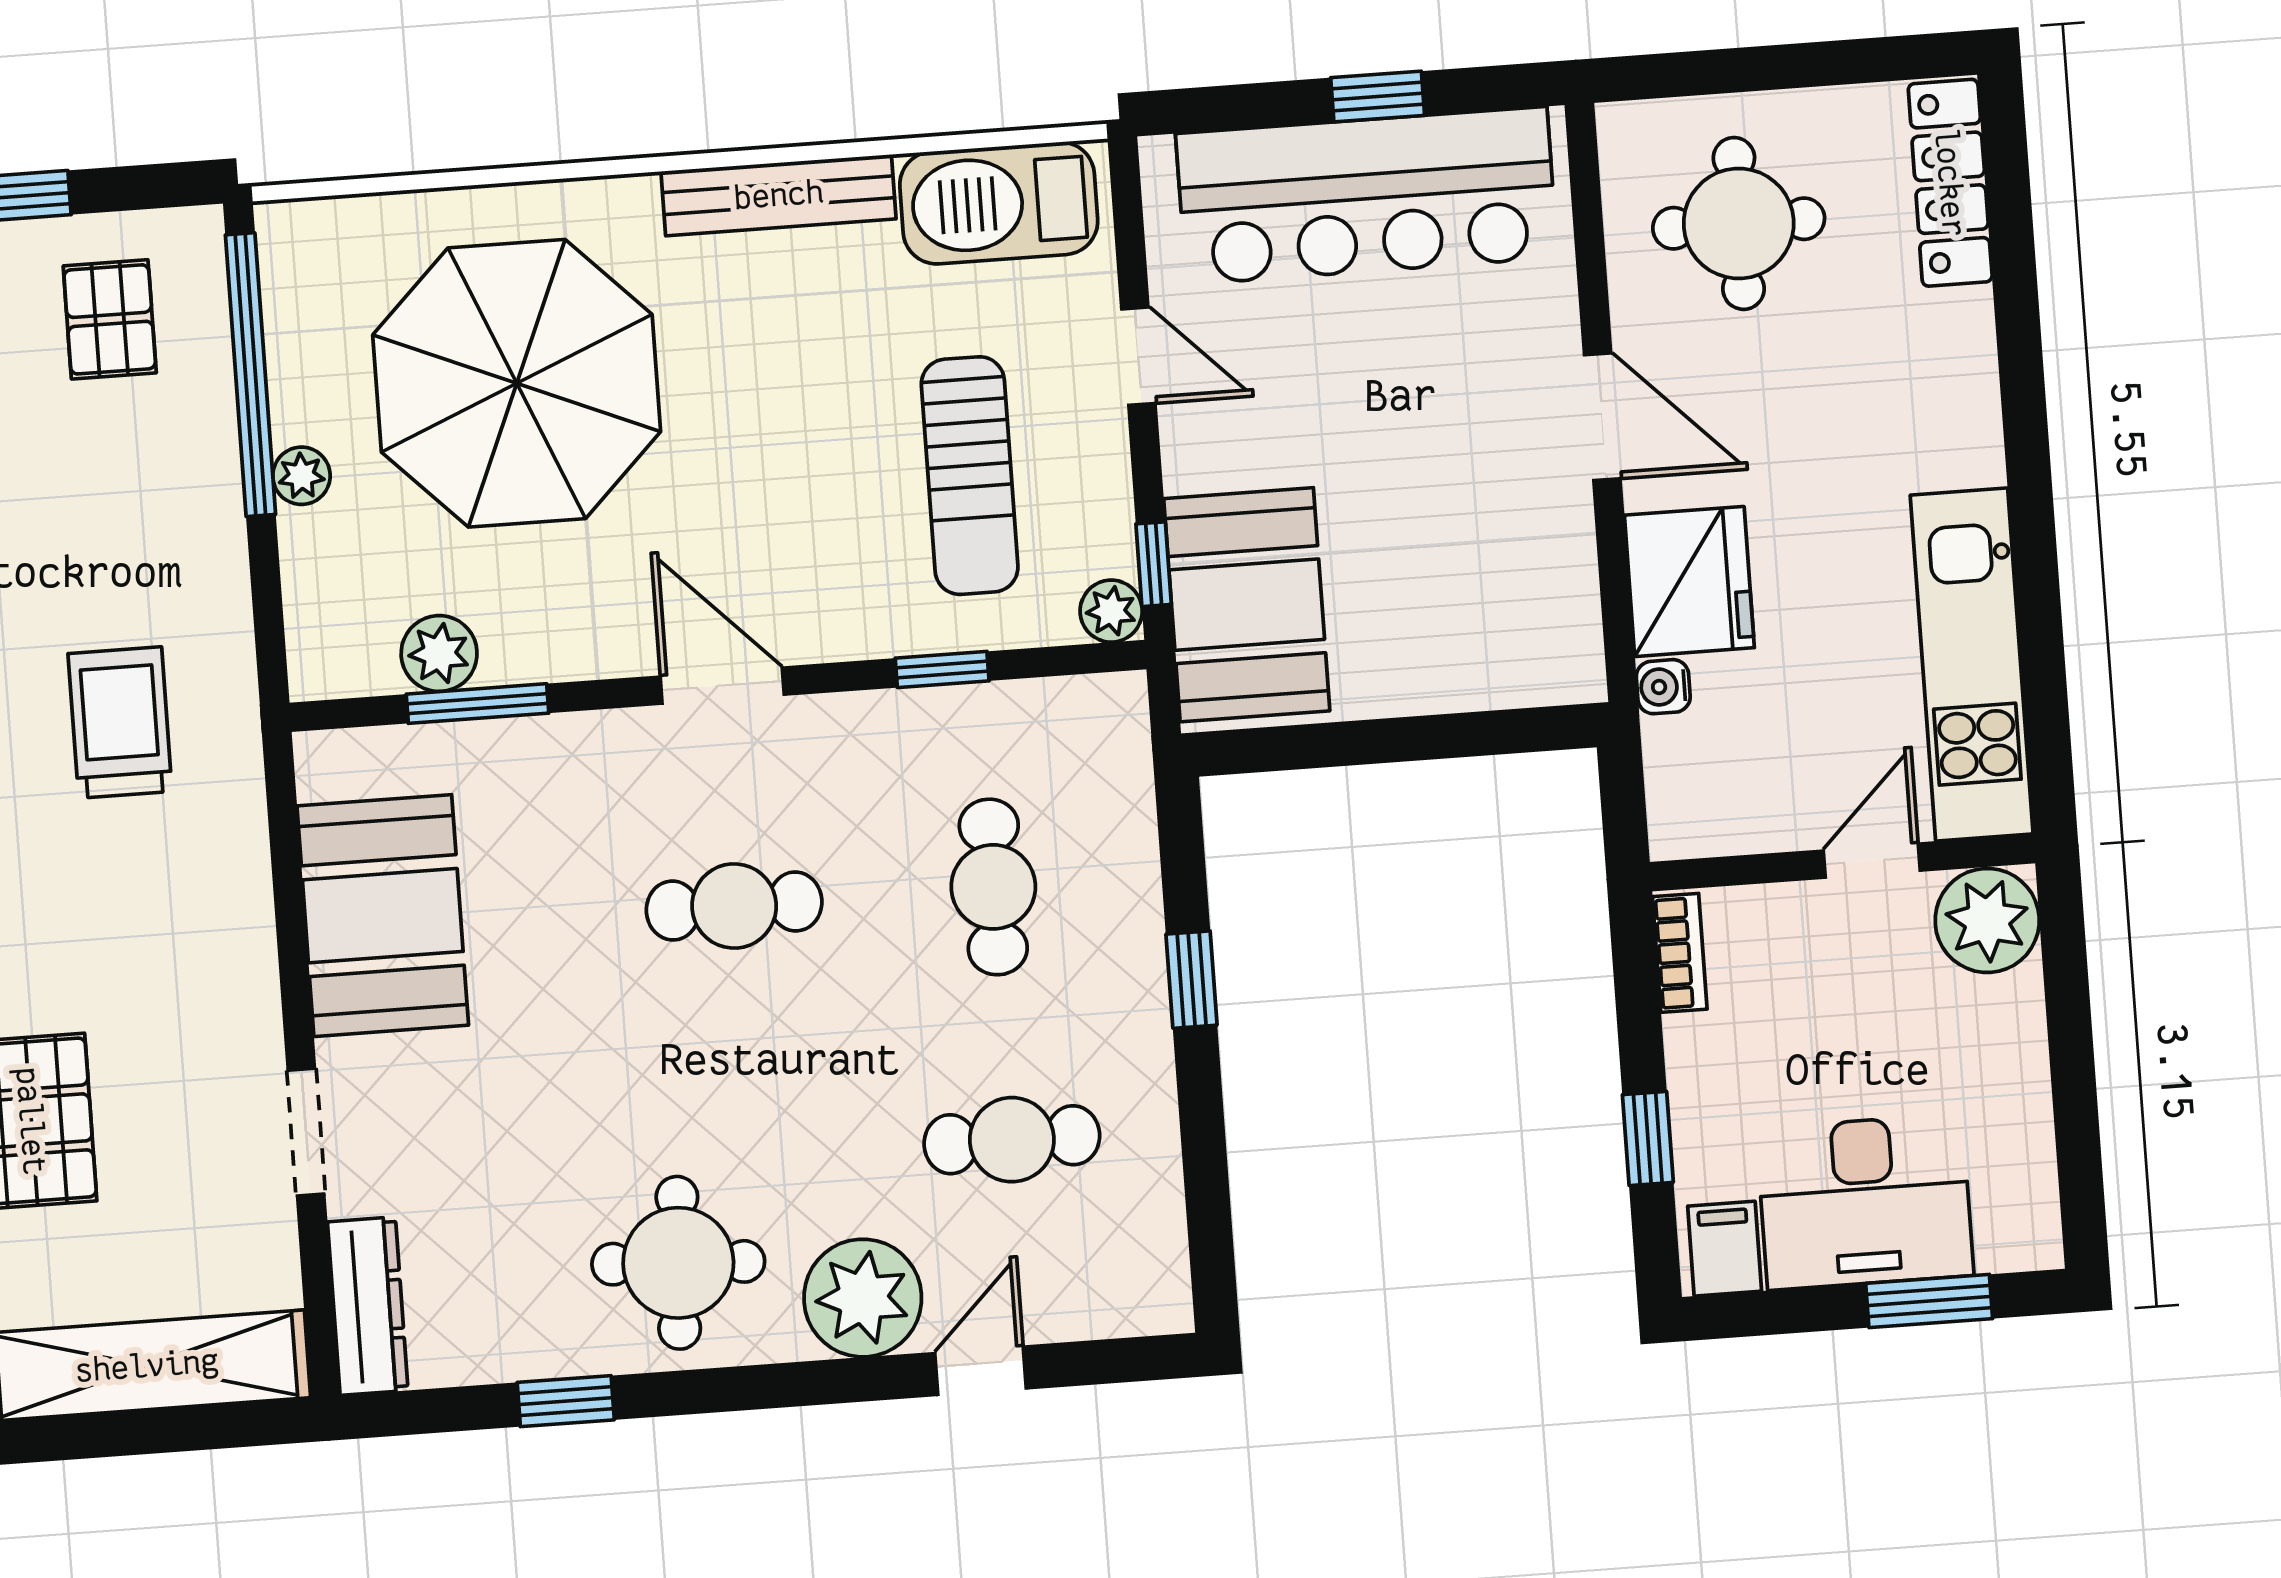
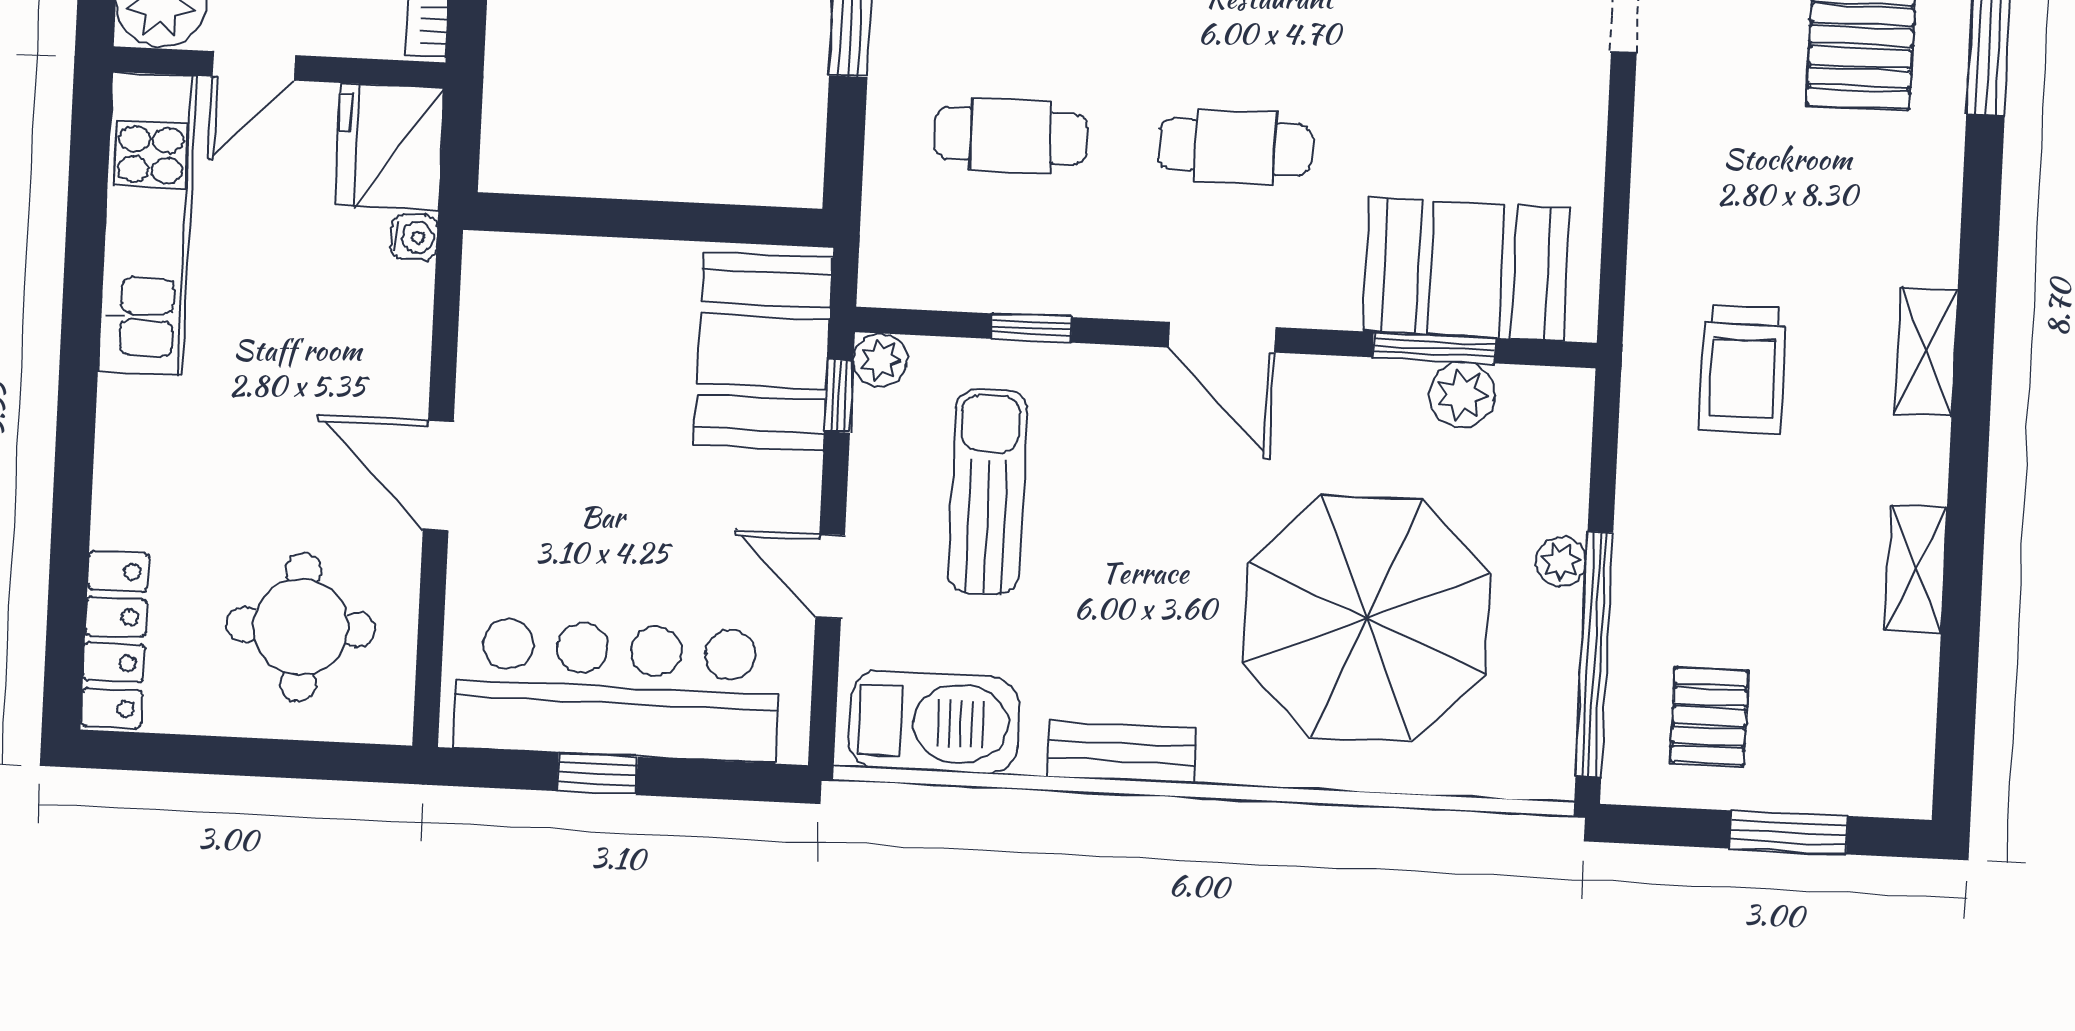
bench: (779, 195) -> (1122, 752), width x0.73
fridge: (1689, 581) -> (390, 147), moved
cafe table: (993, 887) -> (1011, 136), turned 90
booth: (383, 916) -> (1466, 269), moved, turned 90

